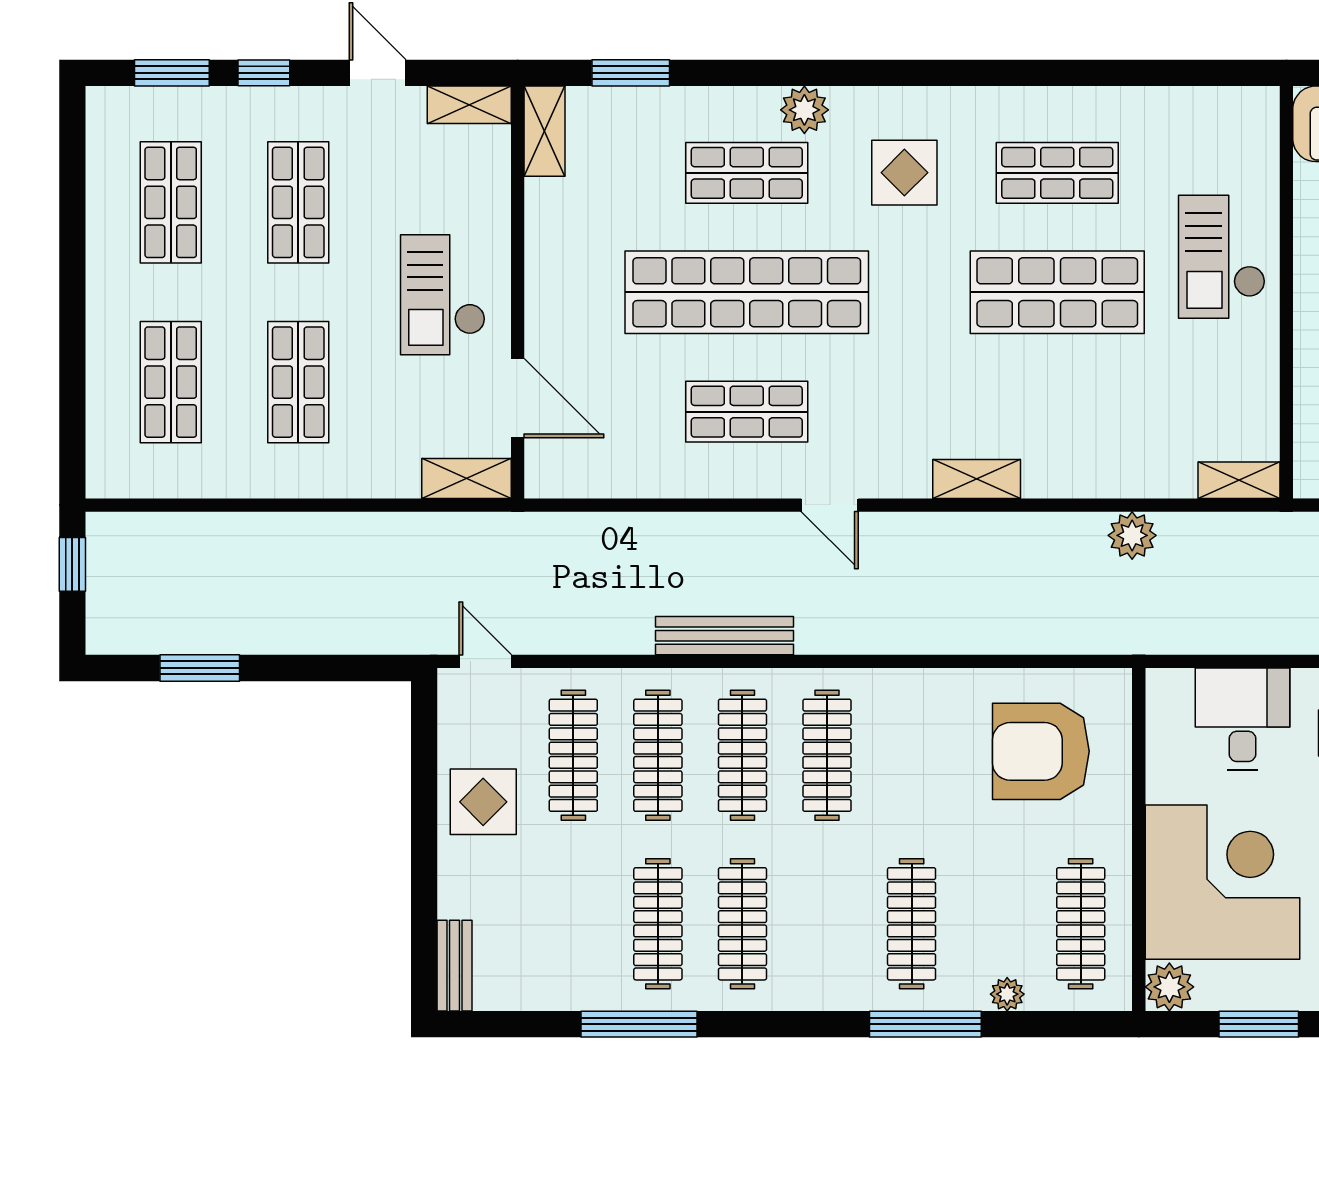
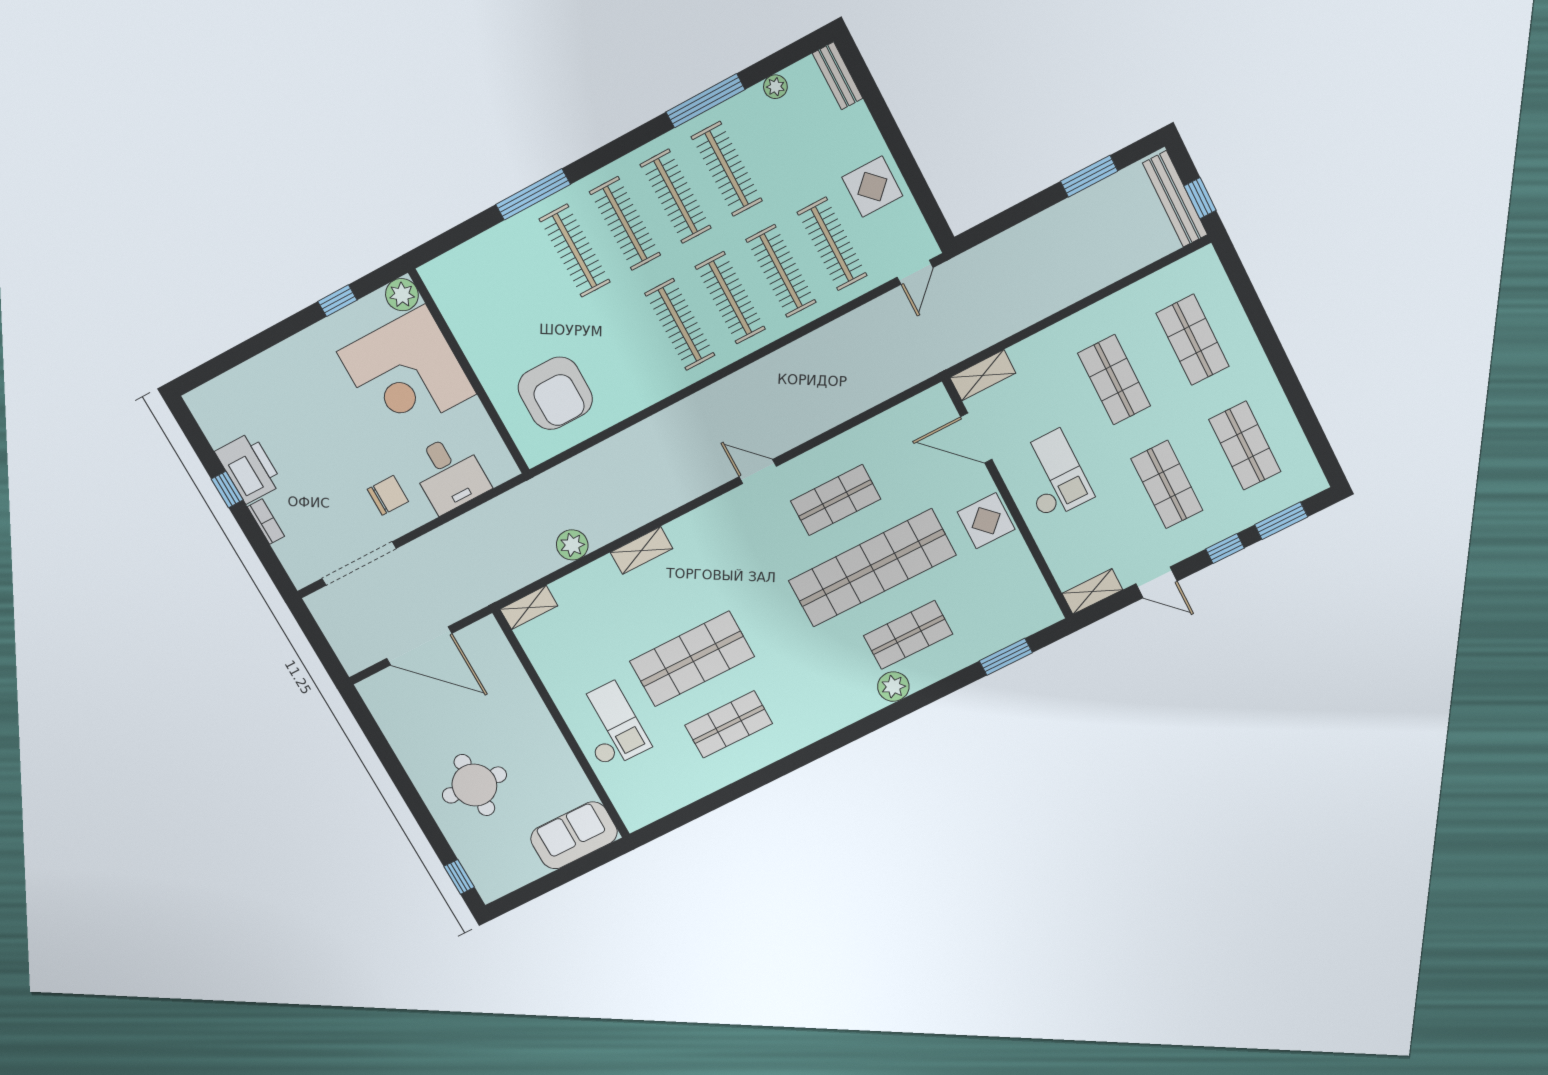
shelving: (544, 131) -> (1040, 599), removed
display table: (904, 173) -> (986, 521), moved
shelving: (977, 479) -> (641, 550), moved
bench: (724, 636) -> (1175, 199), moved, turned 90
door: (485, 661) -> (915, 272), hinge flipped
armchair: (1041, 751) -> (555, 393), turned 90
clothes rail: (1081, 924) -> (625, 224), moved
plant: (1007, 994) -> (775, 87), moved
window: (1259, 1024) -> (337, 301), width x0.67

